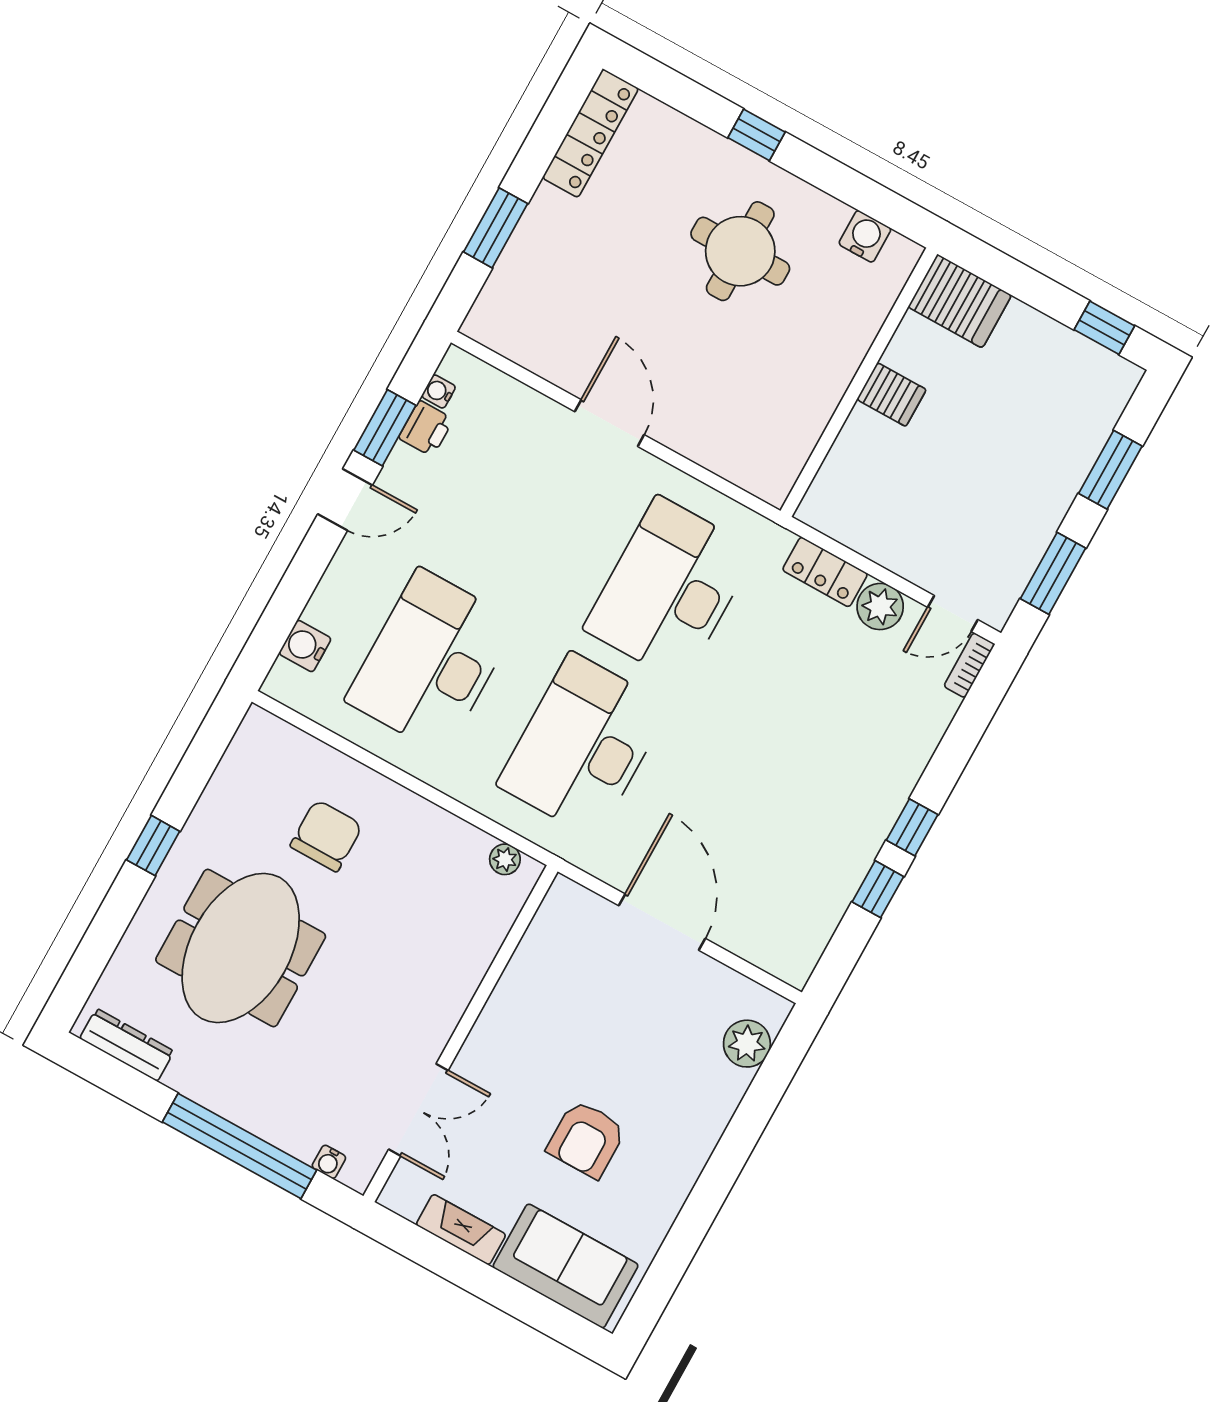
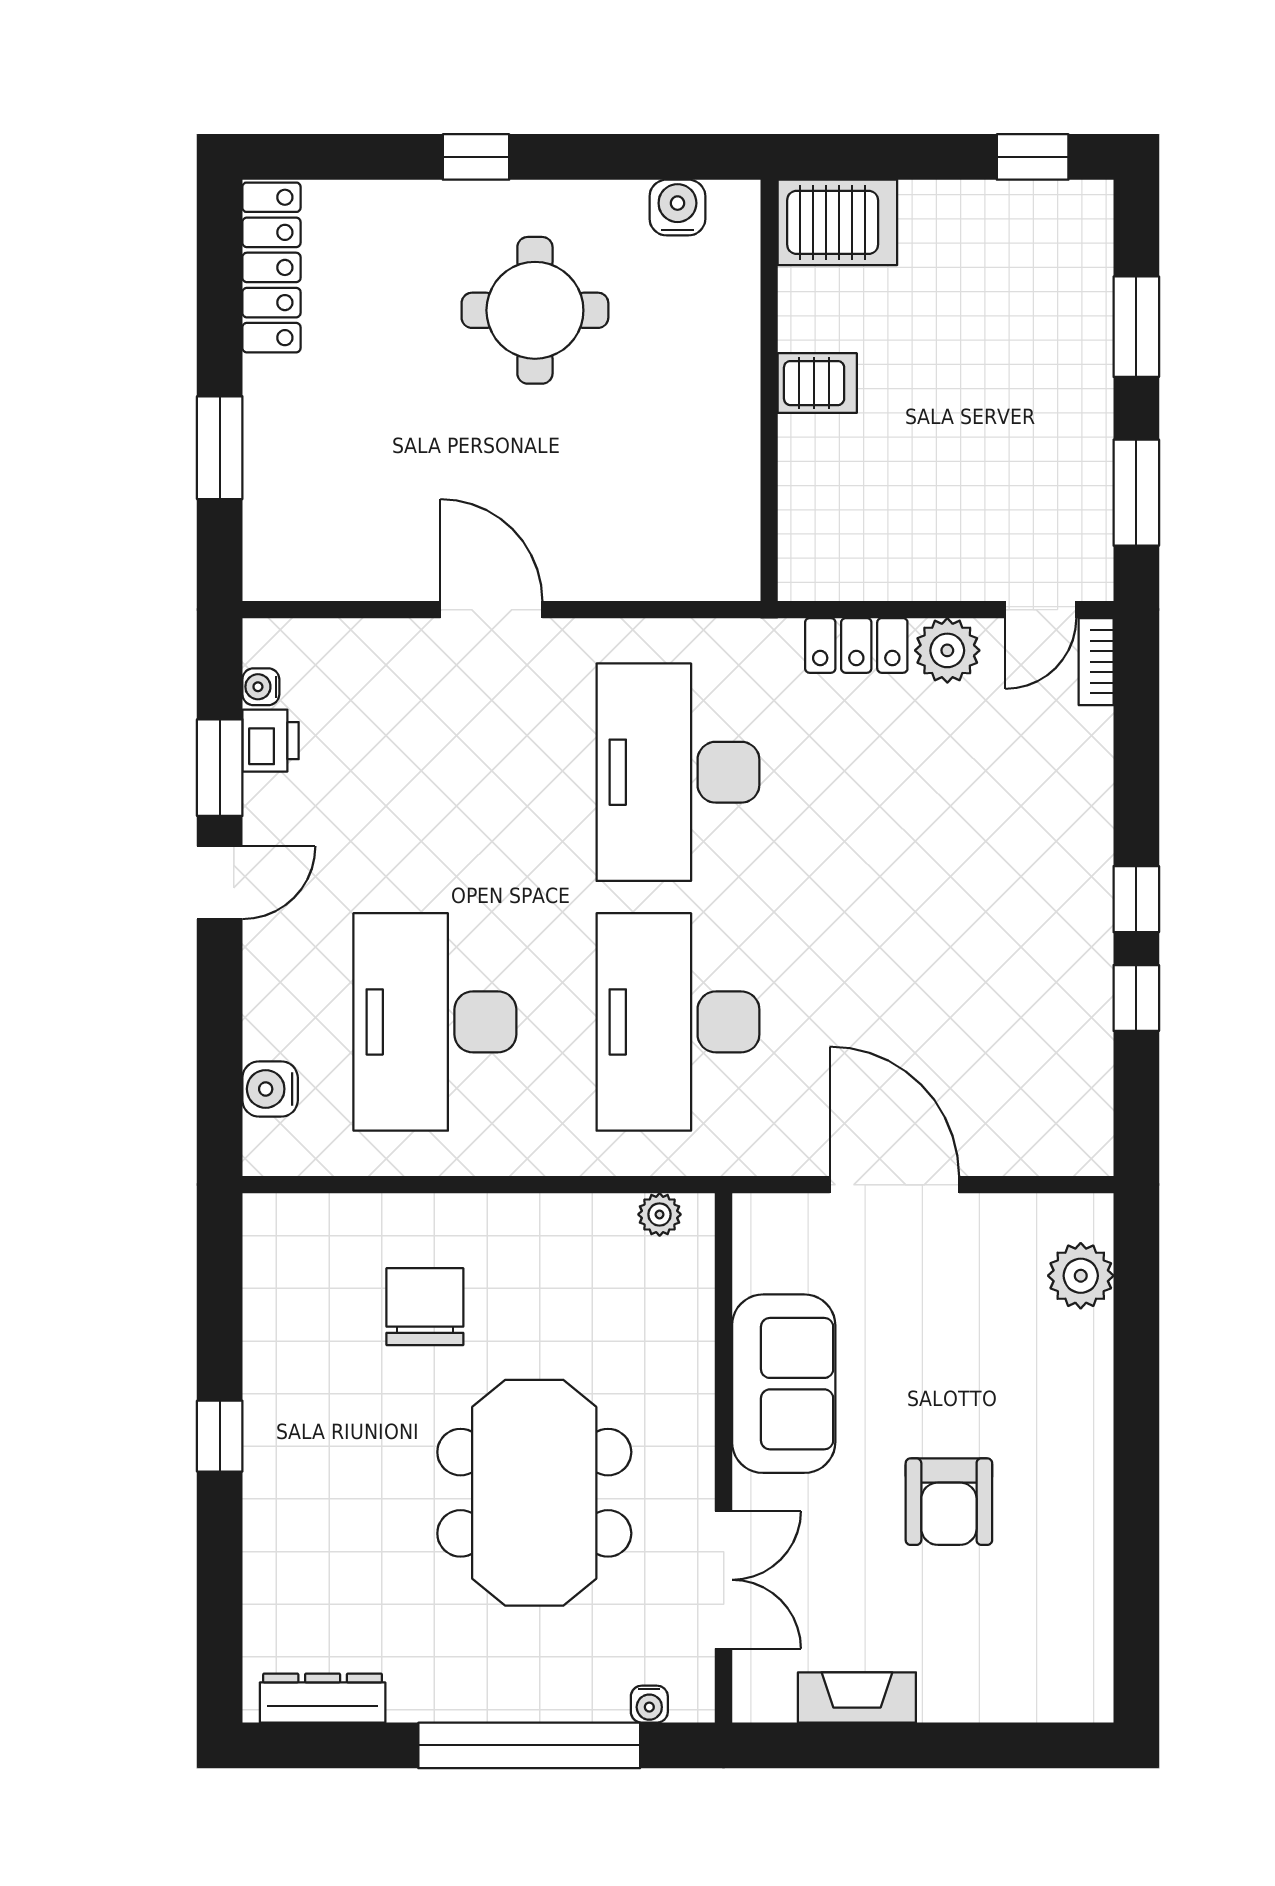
meeting table: (241, 948) -> (534, 1493), moved
sofa: (566, 1266) -> (784, 1384), moved, turned 90

